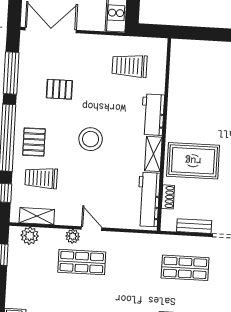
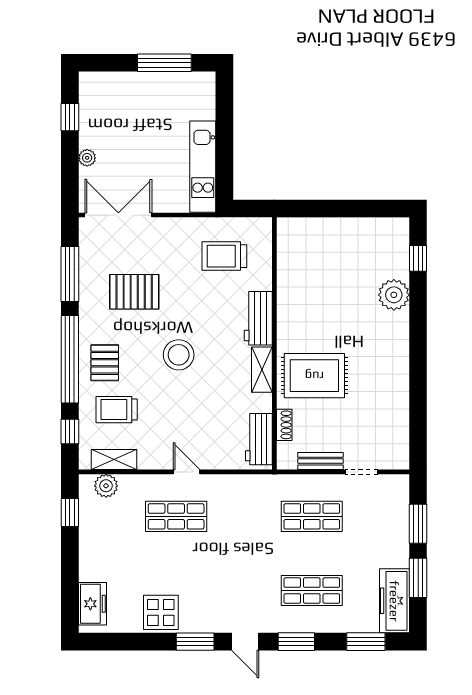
pallet: (59, 89) -> (134, 292), width x1.50, depth x1.42
workbench: (149, 199) -> (259, 439), width x0.73
plant: (73, 236) -> (162, 483), removed

